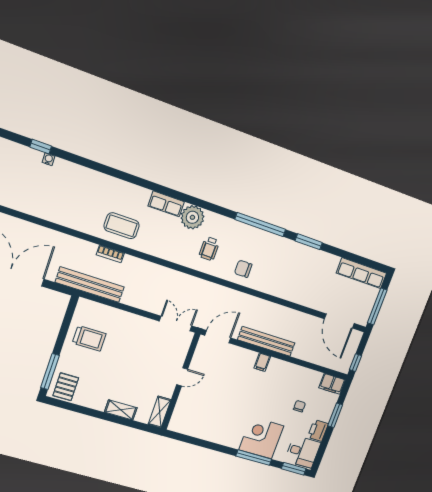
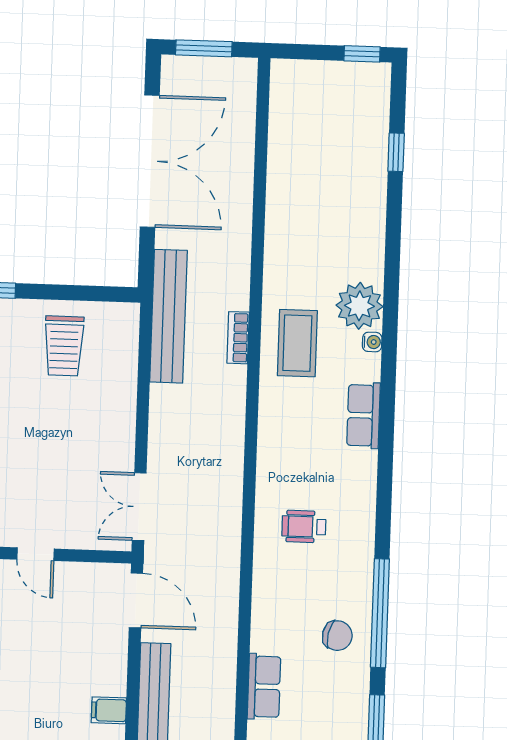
water cooler: (49, 159) -> (372, 342), moved
plant: (192, 217) -> (359, 306), moved
chair: (243, 269) -> (337, 636), moved, turned 102
row of seats: (275, 289) -> (264, 687), added
double door: (176, 323) -> (139, 507), swing flipped

